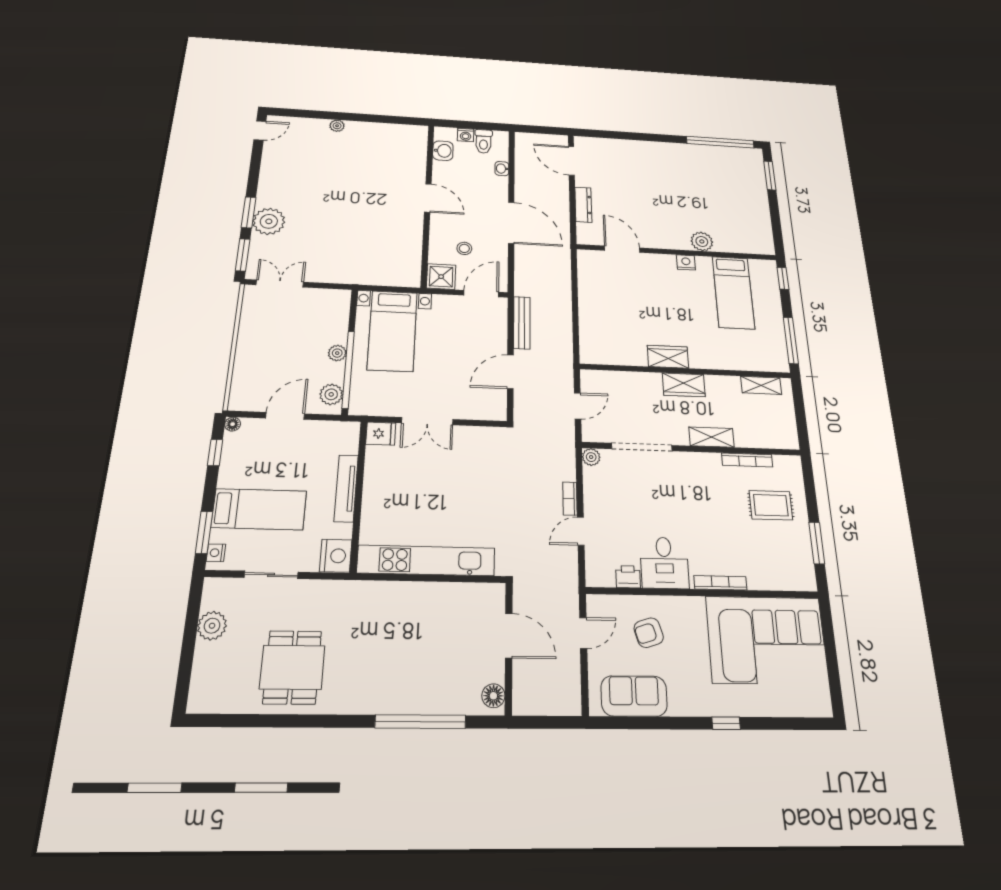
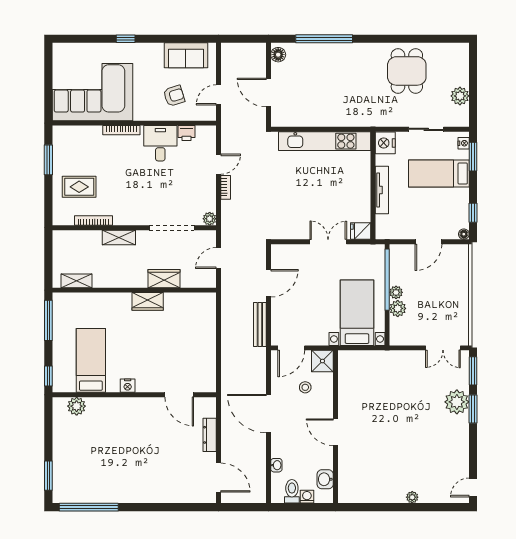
plant: (702, 241) -> (77, 406), moved
wardrobe: (684, 385) -> (164, 279), moved
plant: (331, 394) -> (398, 308), moved

